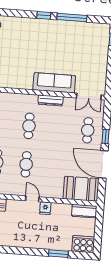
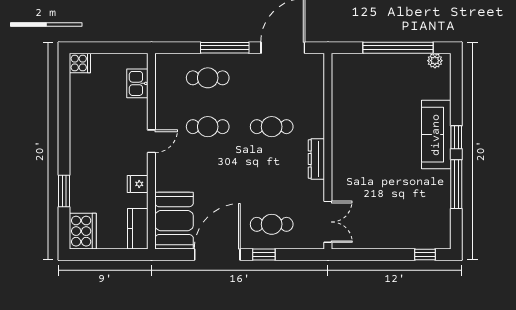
sofa: (54, 83) -> (436, 135), moved, turned 180
double door: (89, 96) -> (328, 222), swing flipped
fridge: (45, 208) -> (138, 184), moved

